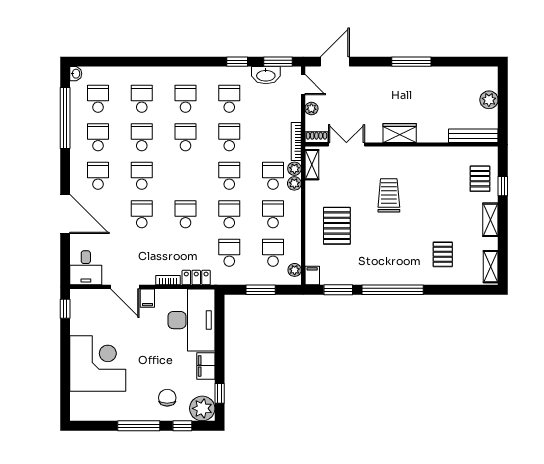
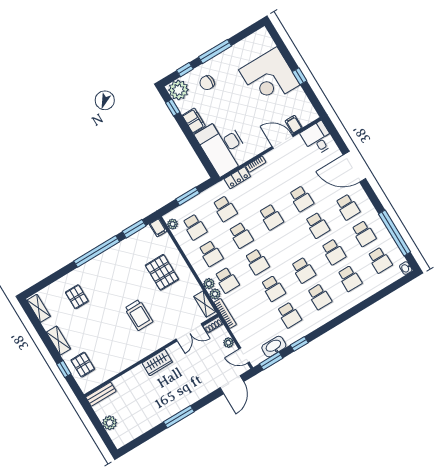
bench: (473, 136) -> (101, 394), width x0.73
filing cabinet: (147, 298) -> (294, 124), moved
window: (65, 309) -> (300, 76), moved
chair: (167, 398) -> (207, 83), turned 90

